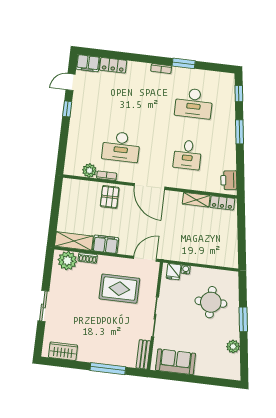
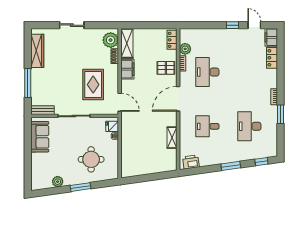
locker: (222, 203) -> (172, 40), moved
wardrobe: (63, 351) -> (37, 51), width x1.50

